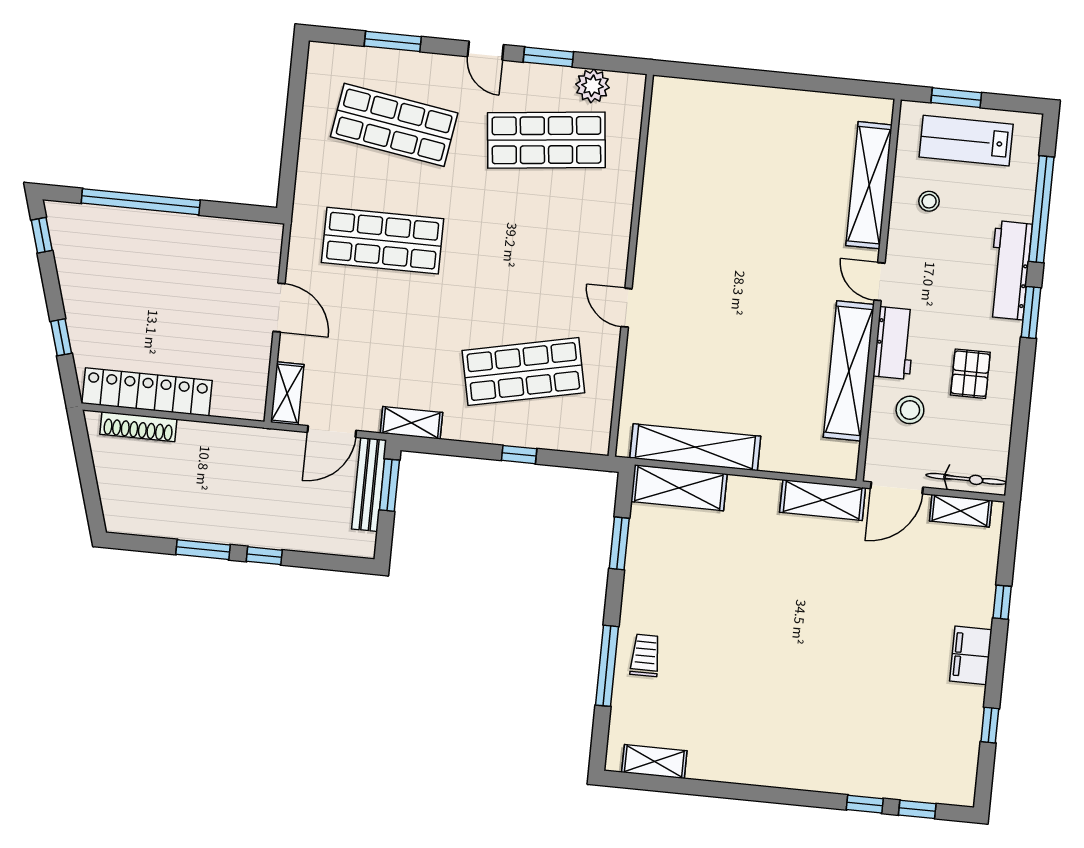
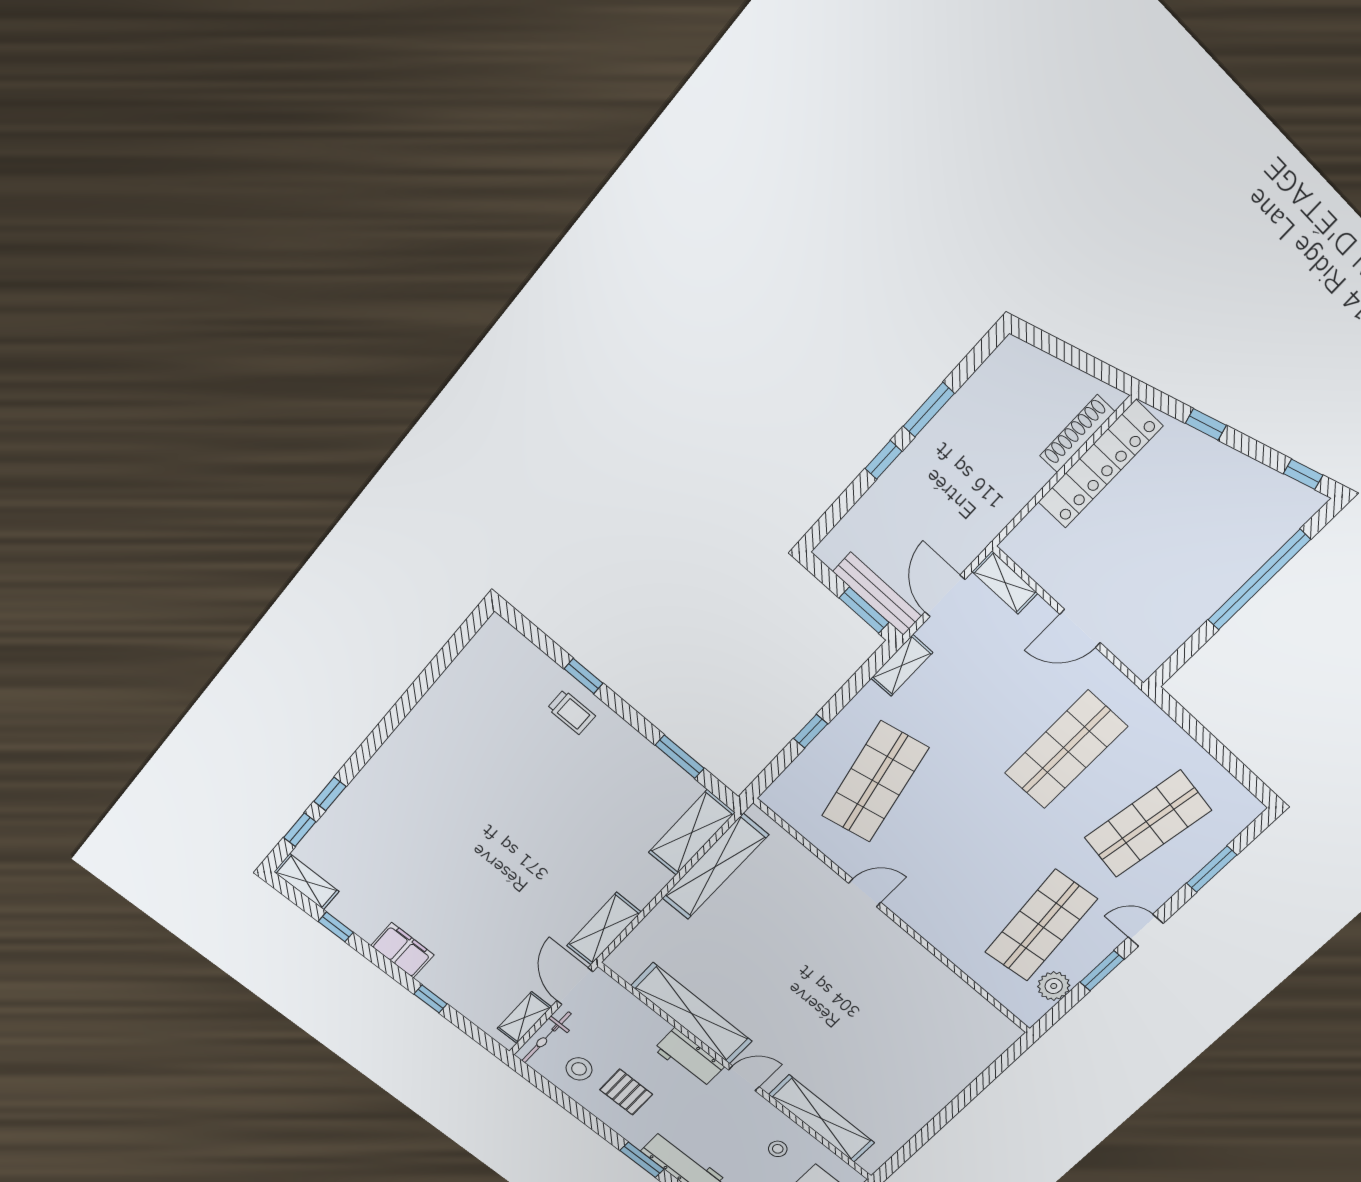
stool: (910, 410) -> (579, 1069), moved
window: (607, 666) -> (584, 676), width x0.46
shelving: (654, 762) -> (307, 882), moved, turned 90

